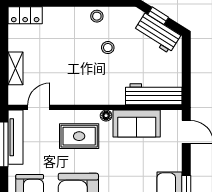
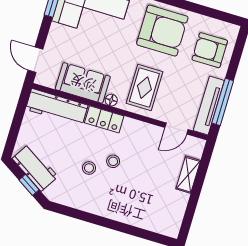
locker: (25, 15) -> (104, 119), moved, turned 180
stool: (97, 16) -> (113, 161), moved
rug: (79, 136) -> (144, 88), turned 90

